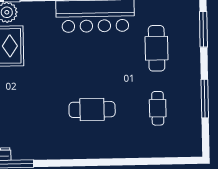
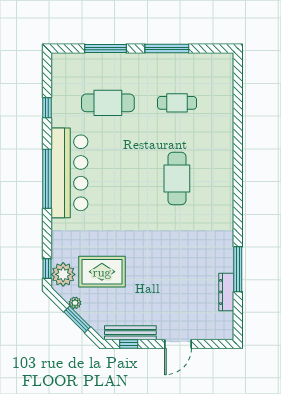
window: (203, 29) -> (105, 49), moved

